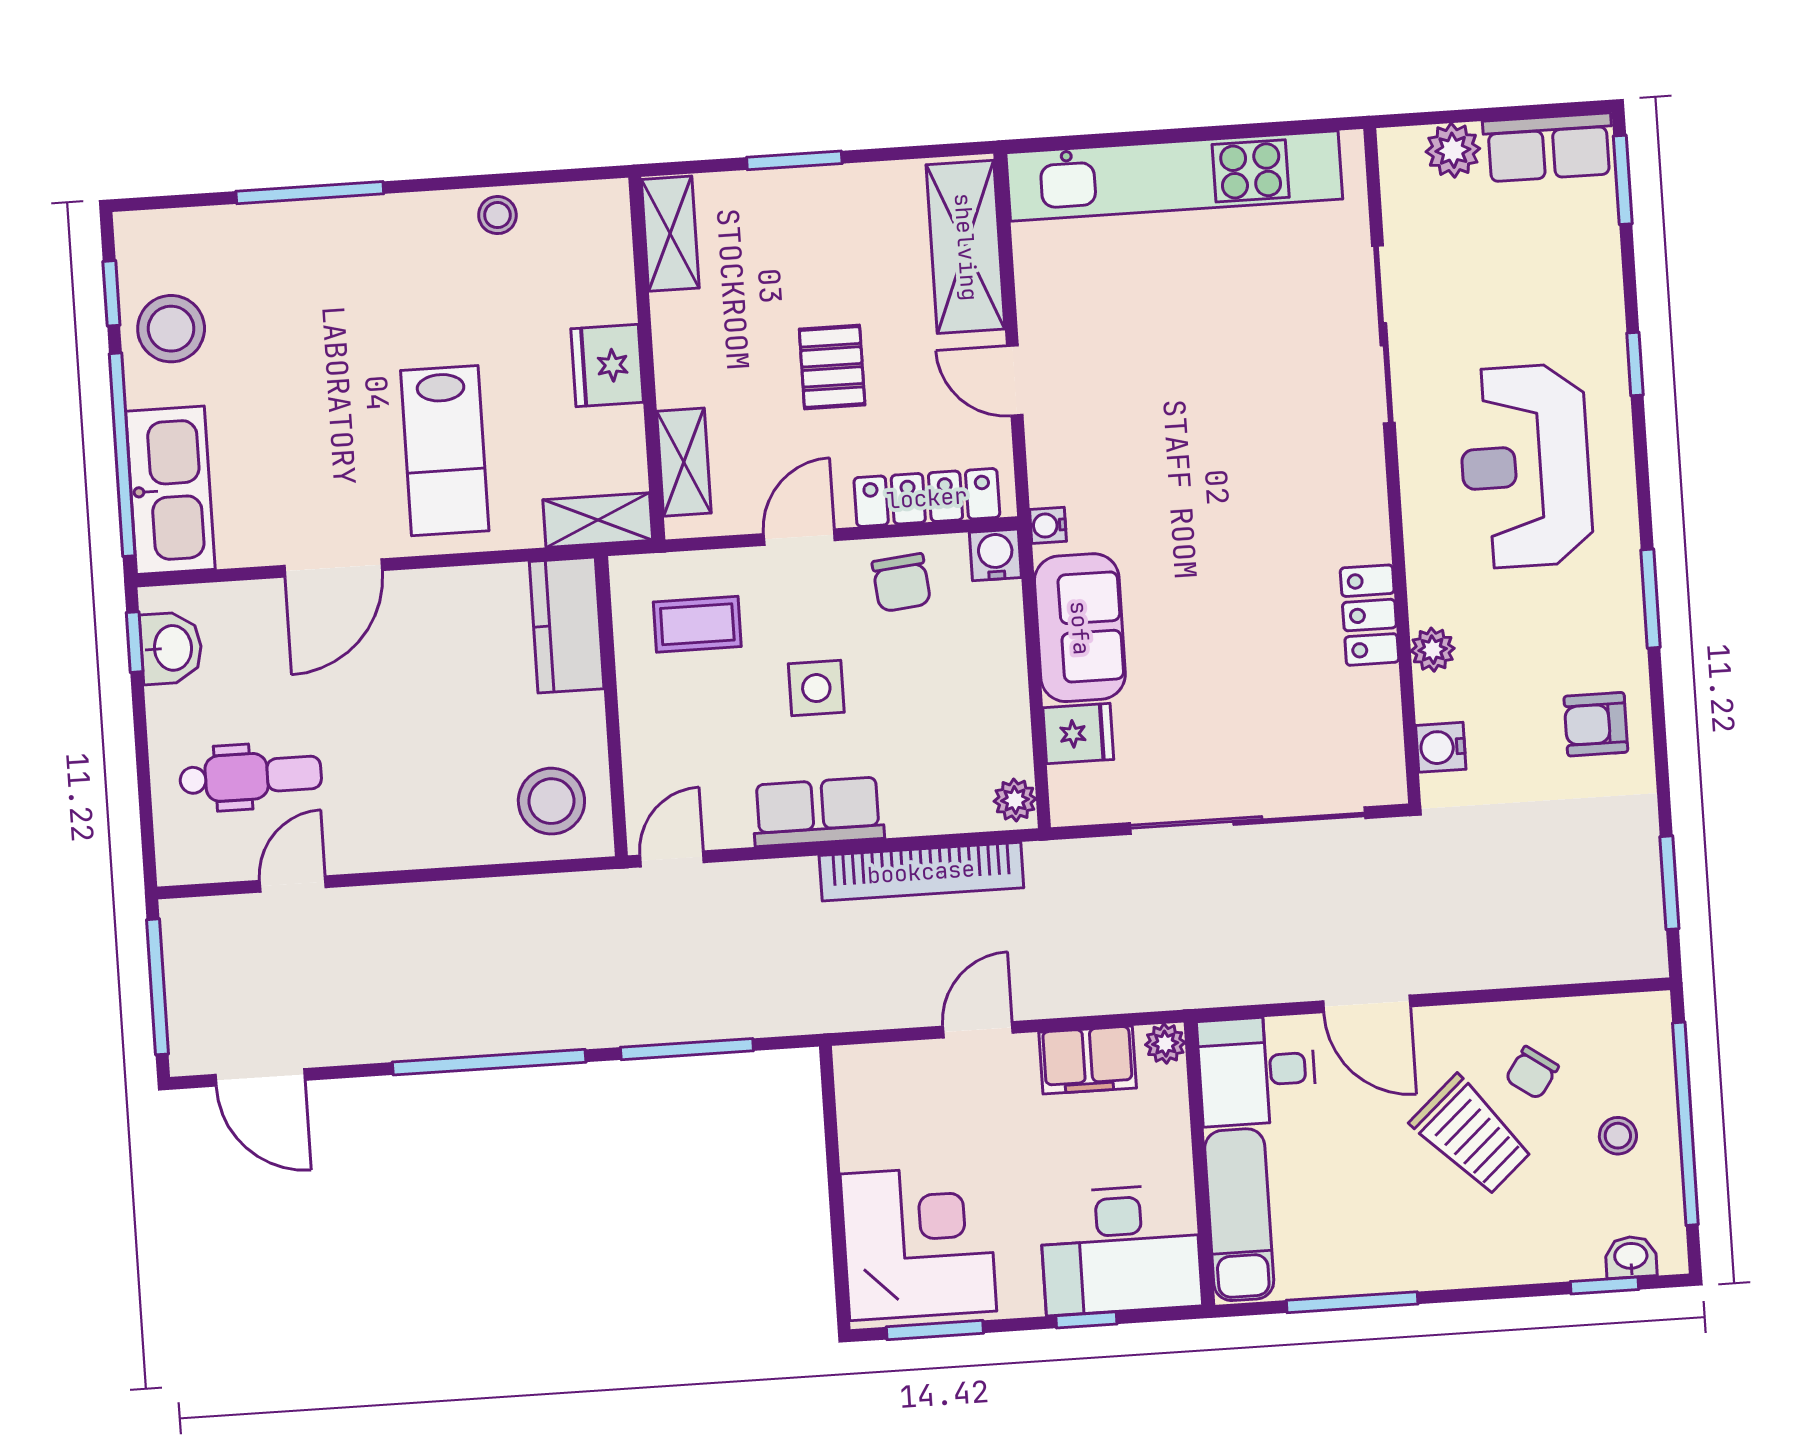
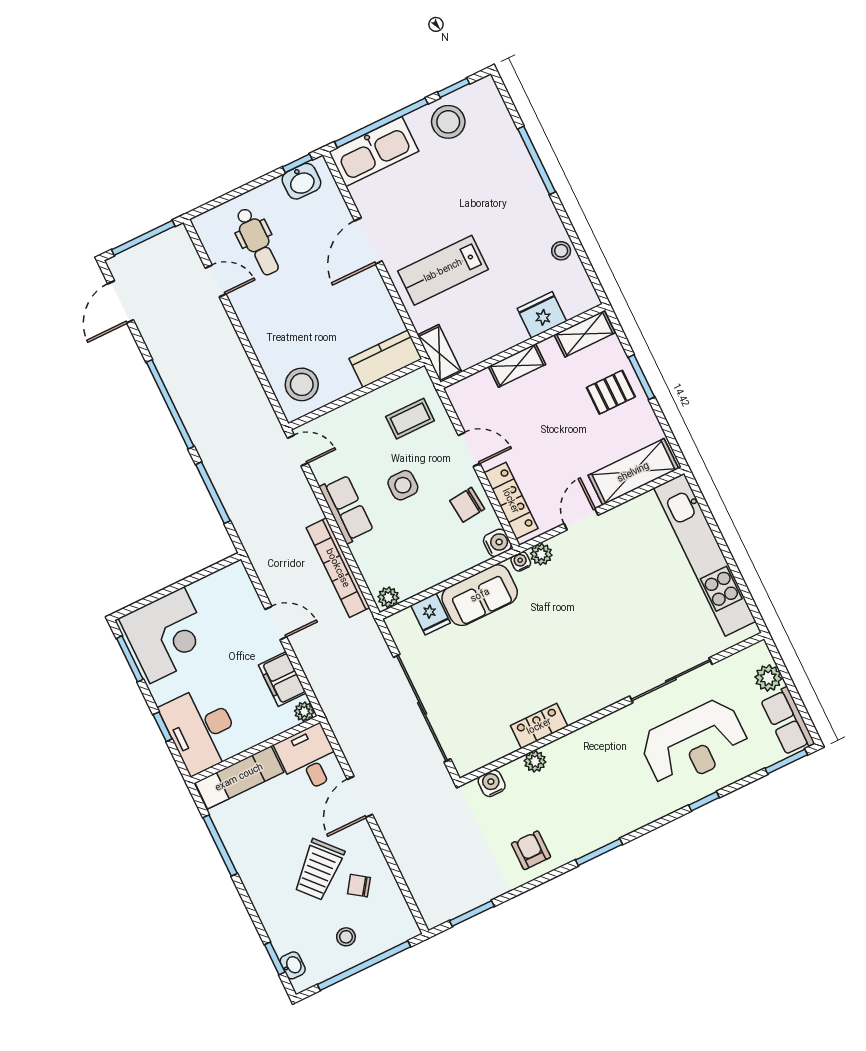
fridge: (607, 365) -> (542, 315), moved
pallet: (832, 367) -> (611, 392), moved
shelving: (684, 462) -> (517, 366), moved
reception desk: (1525, 466) -> (694, 743), moved, turned 180
plant: (1050, 482) -> (541, 554), added
door: (333, 568) -> (368, 241), hinge flipped
coffee table: (697, 624) -> (410, 419), turned 90

